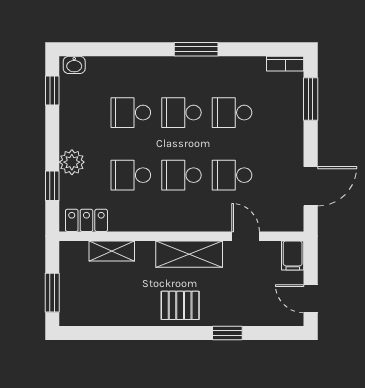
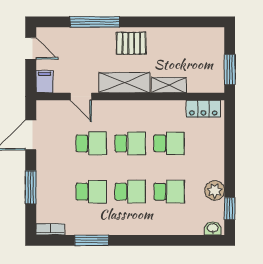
window: (196, 49) -> (92, 240), moved
window: (311, 99) -> (31, 187), moved
plant: (72, 162) -> (215, 191), moved
window: (52, 186) -> (230, 135), removed
shelving: (112, 251) -> (169, 85), moved
window: (52, 293) -> (230, 70), moved
window: (227, 333) -> (95, 22), width x2.17

